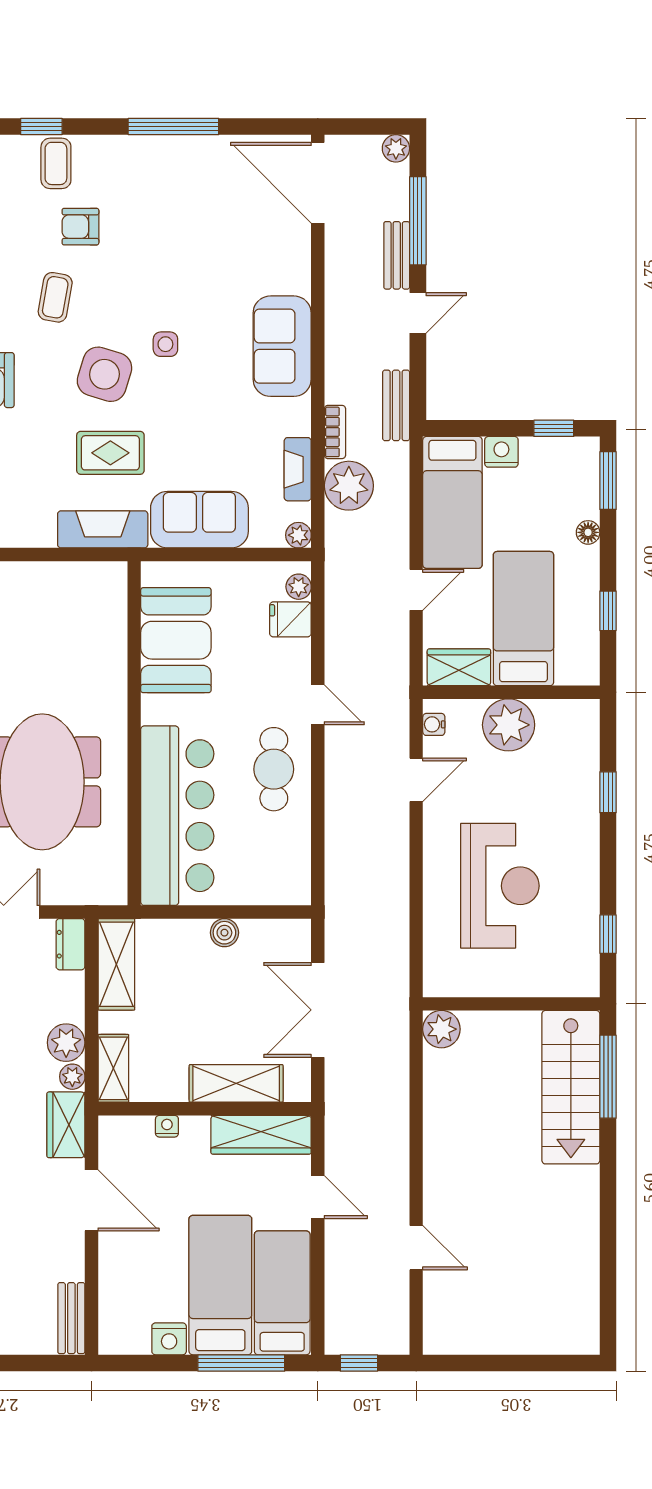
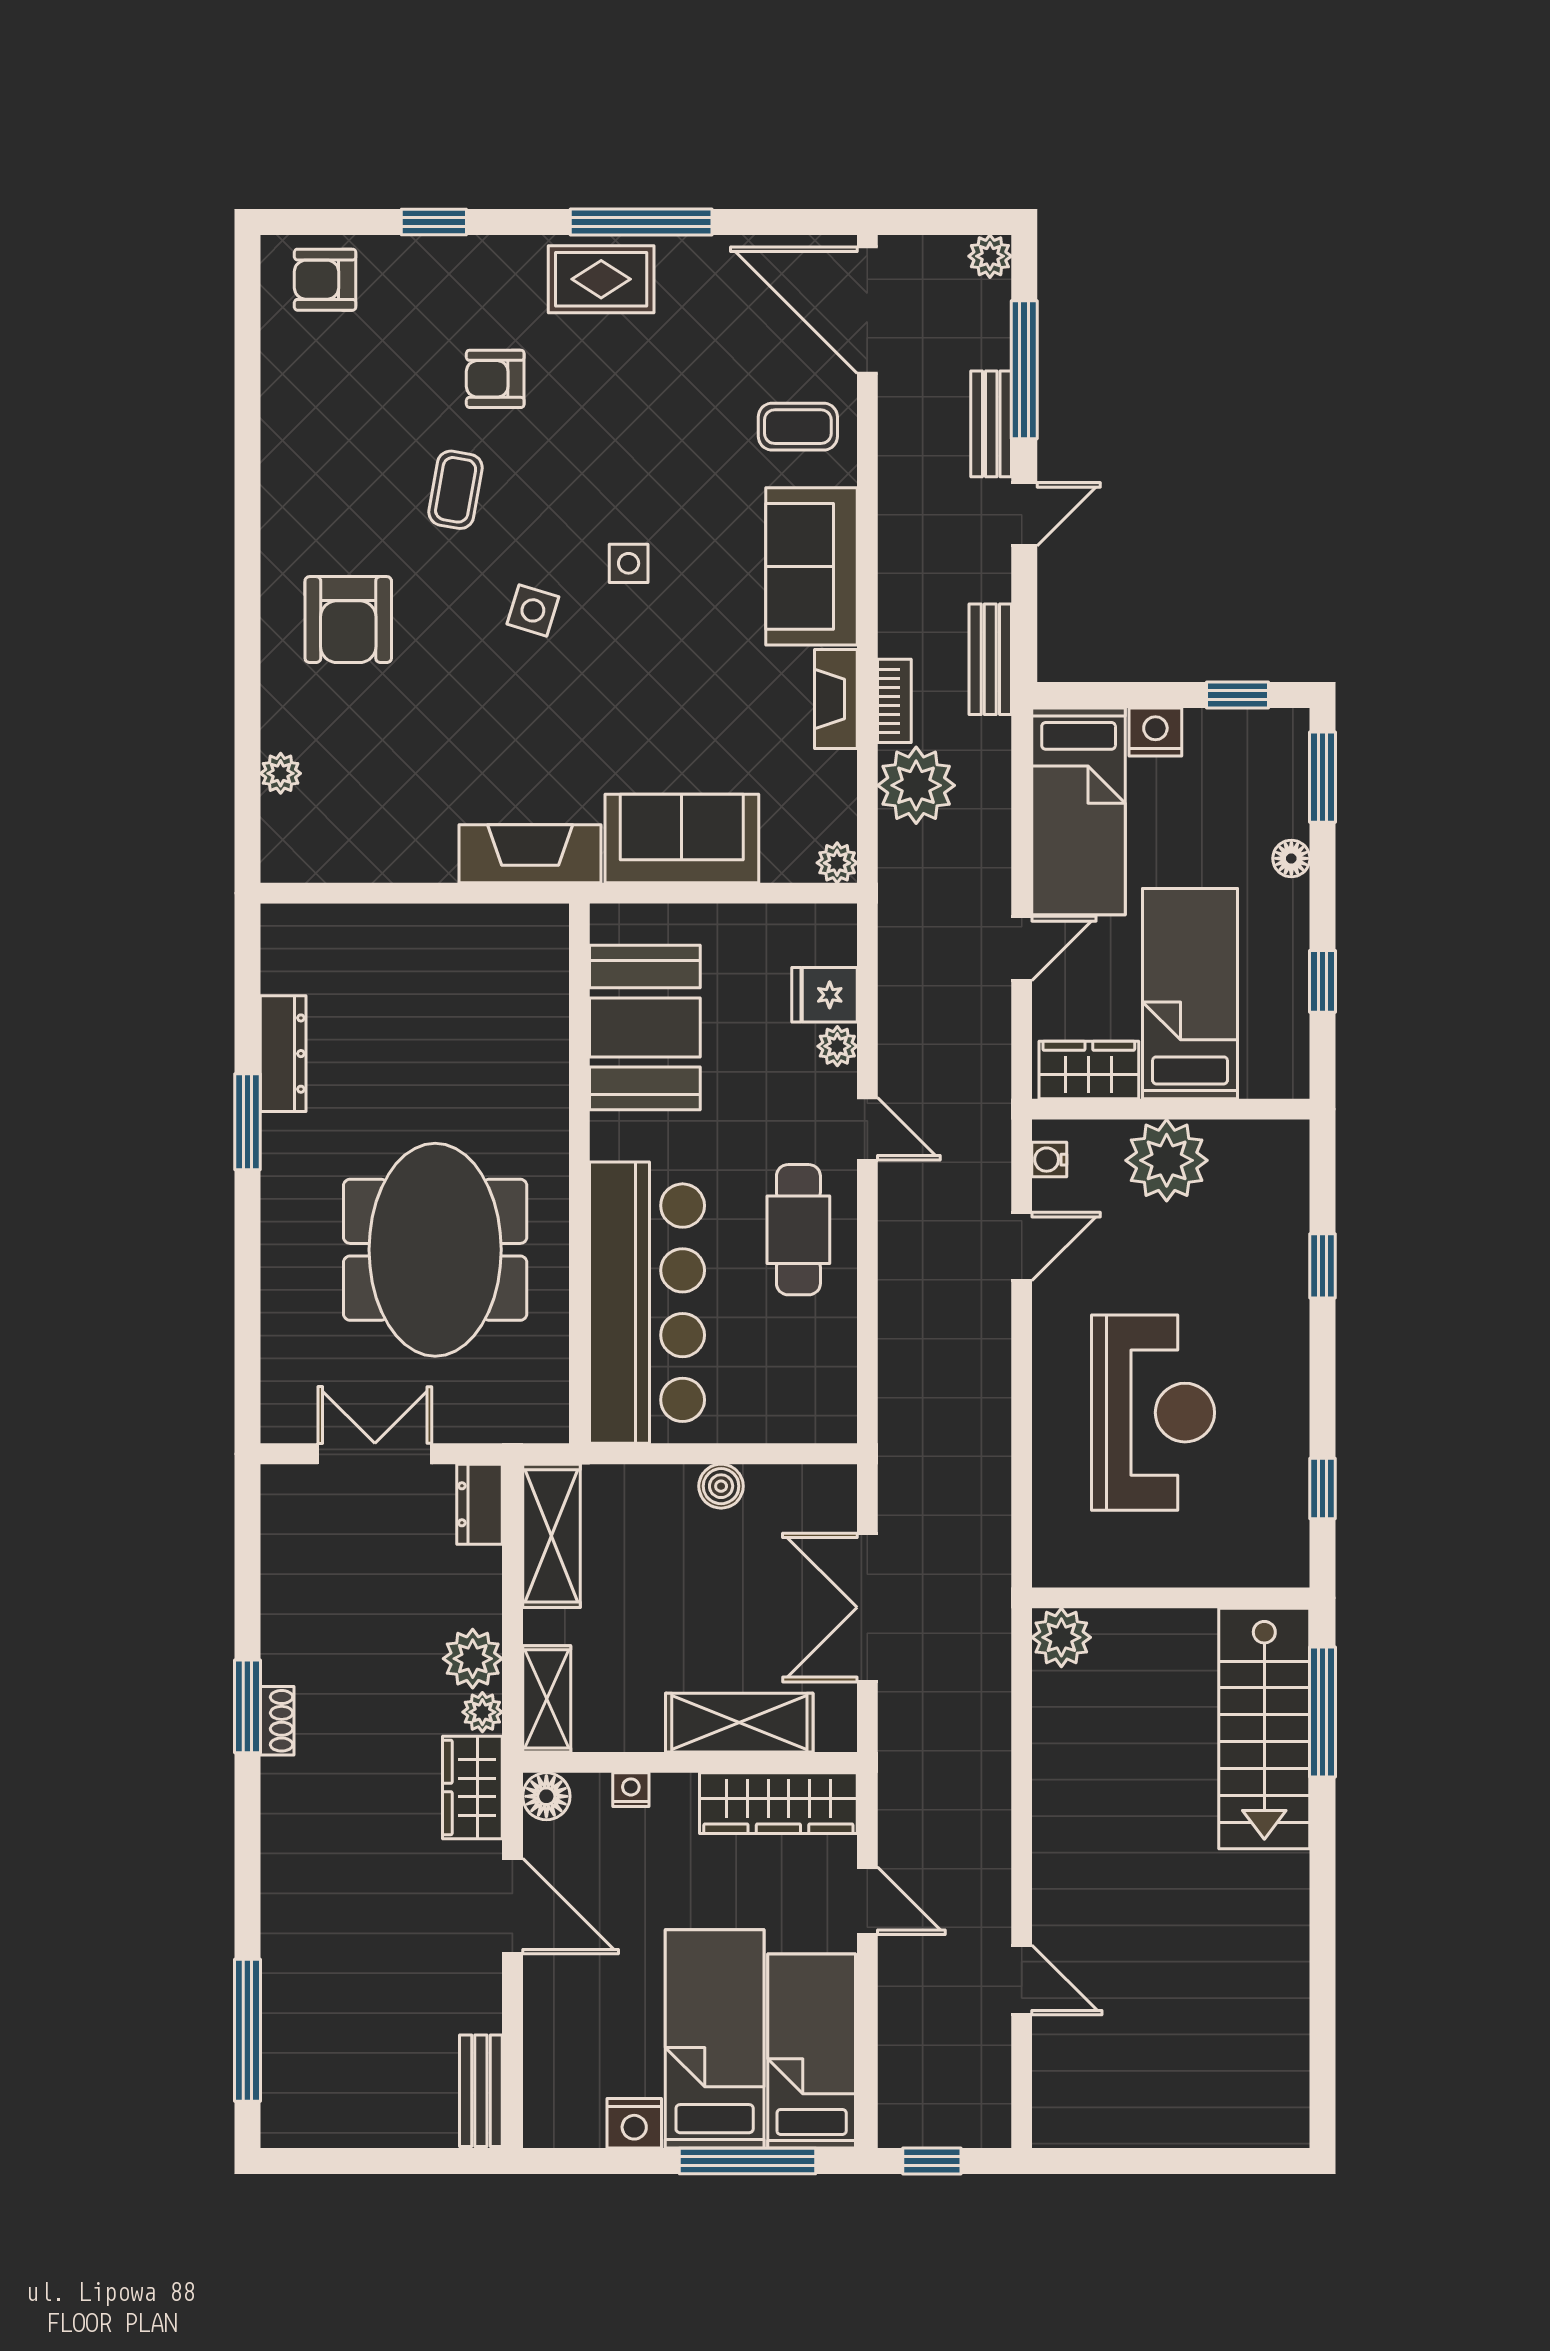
coffee table: (56, 163) -> (798, 427), moved, turned 90
side table: (104, 374) -> (533, 610), width x0.54, depth x0.54
rug: (110, 453) -> (601, 279), moved
fireplace: (298, 469) -> (836, 699), moved
plant: (299, 587) -> (837, 1046), moved
floor lamp: (113, 1130) -> (546, 1796), added

